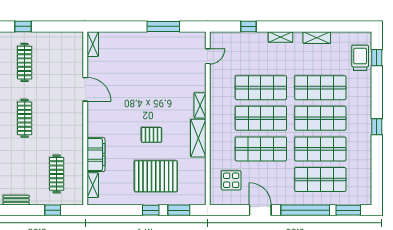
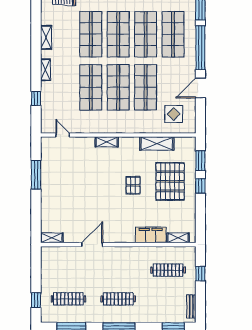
shelving: (198, 138) -> (157, 143), moved

